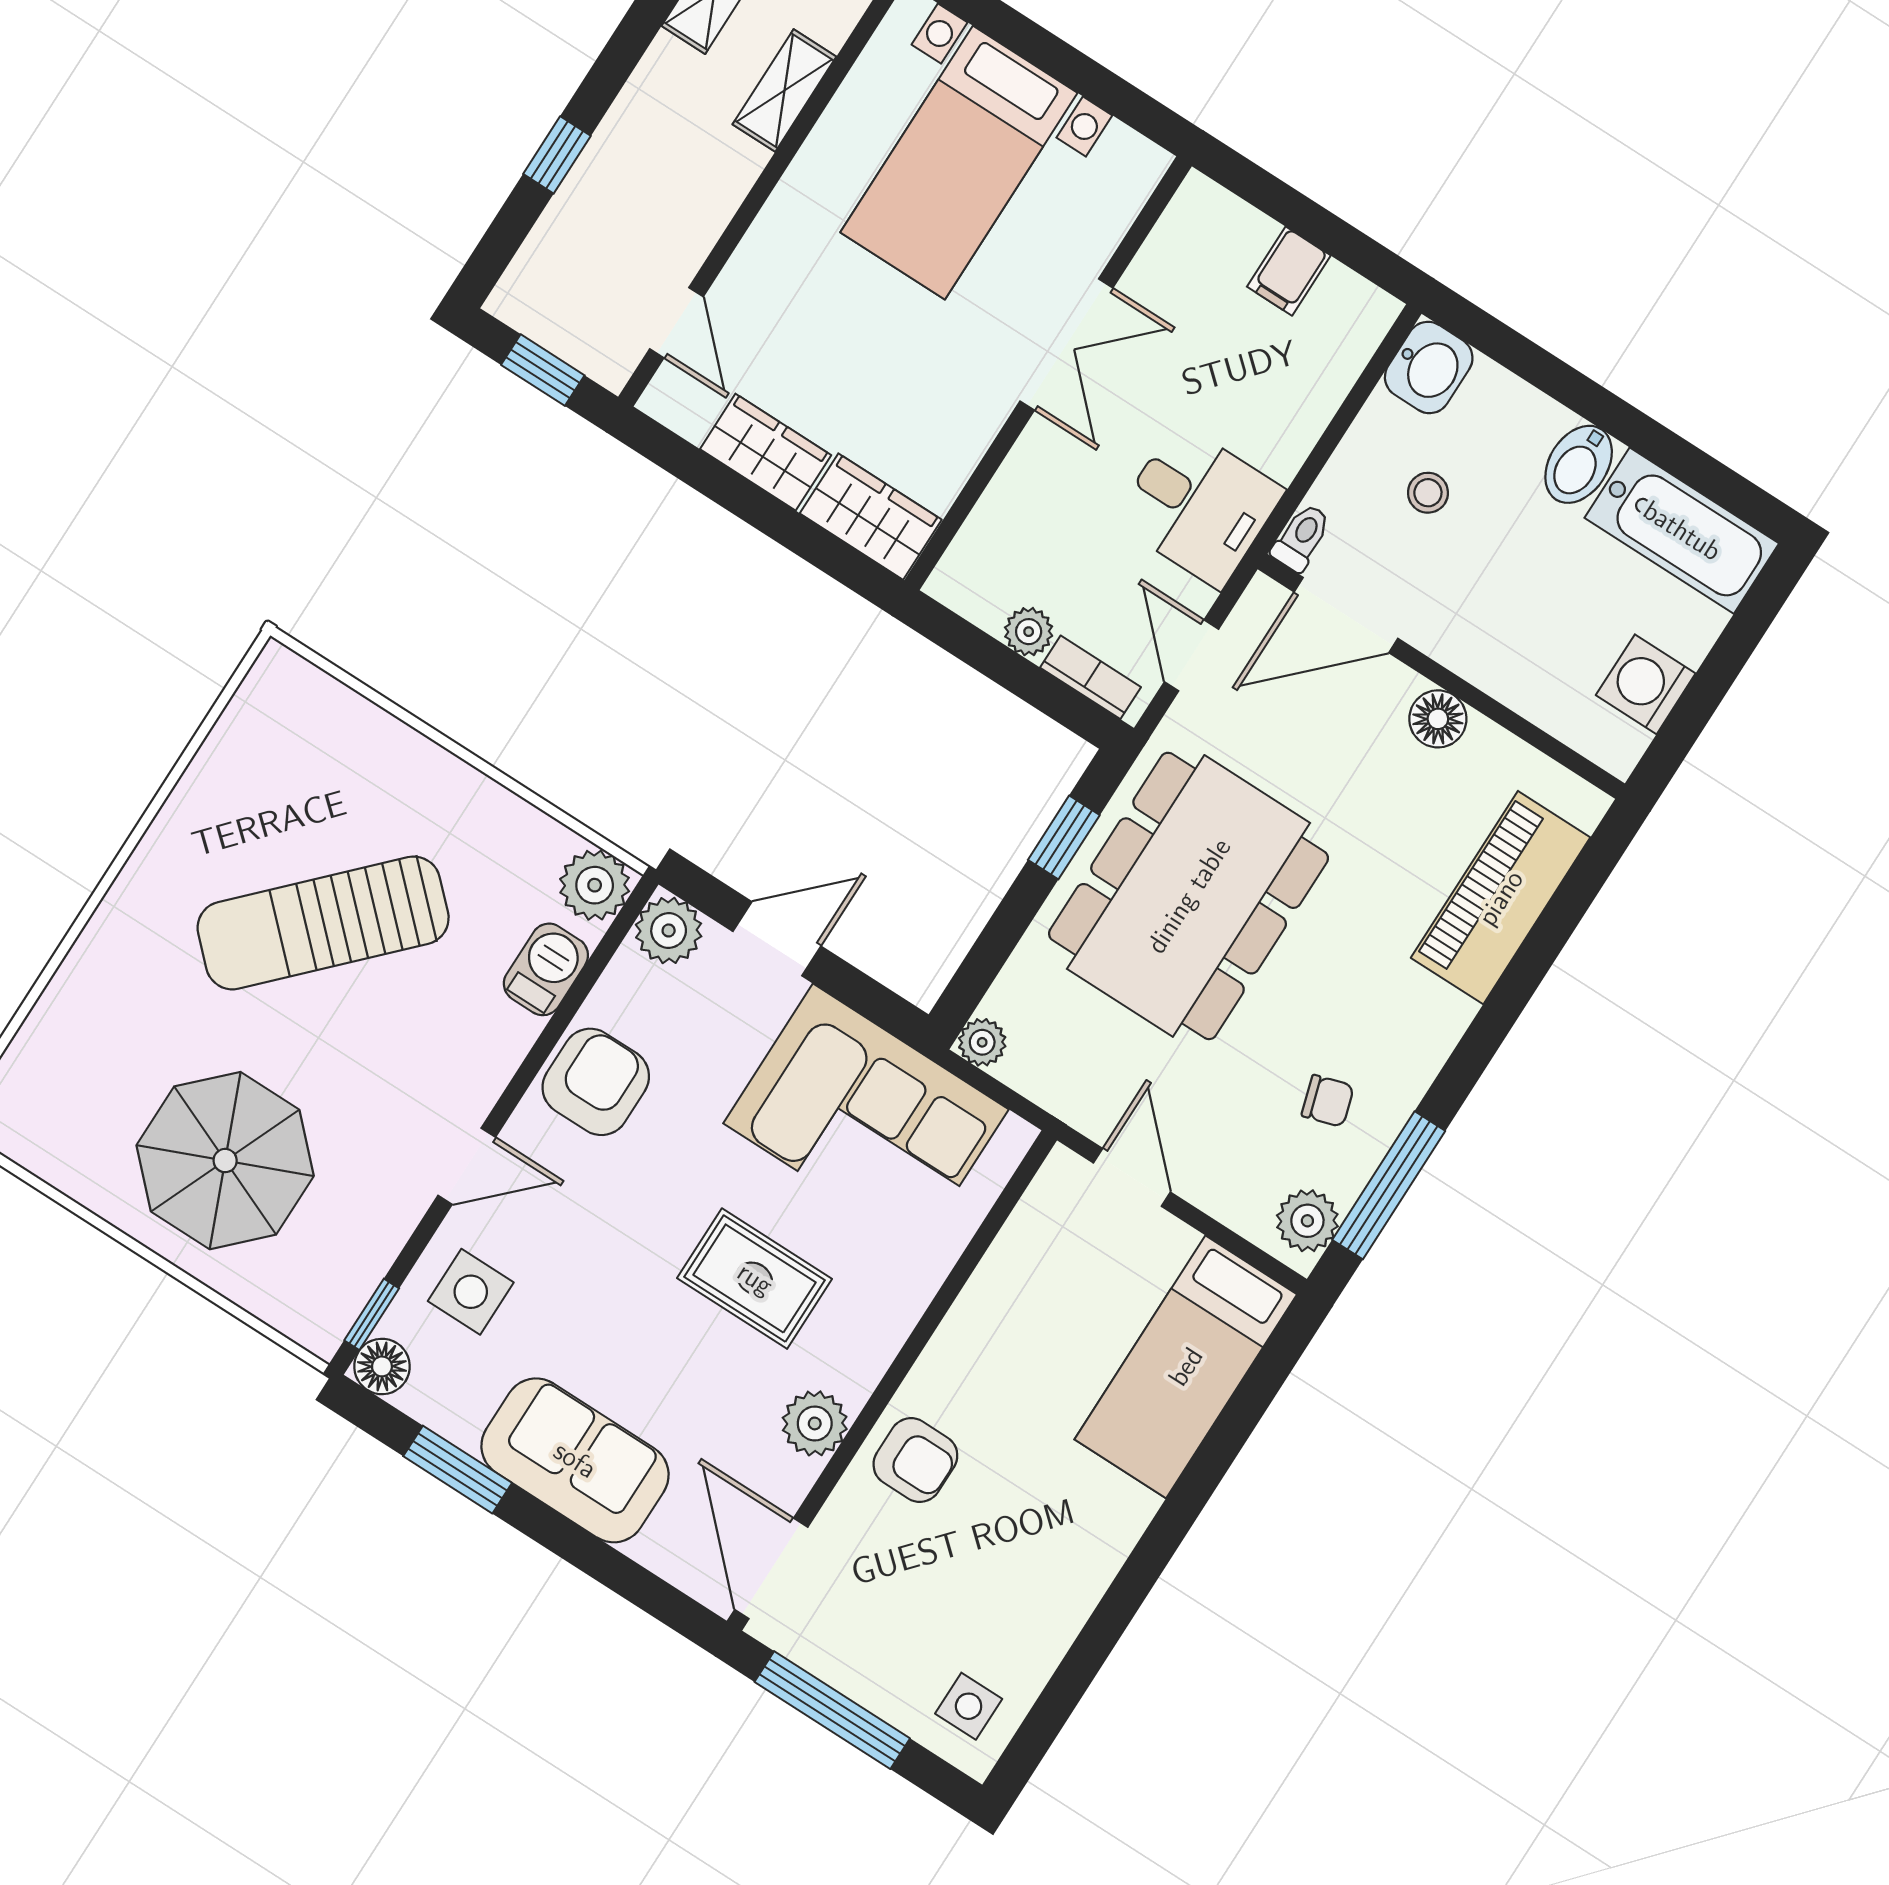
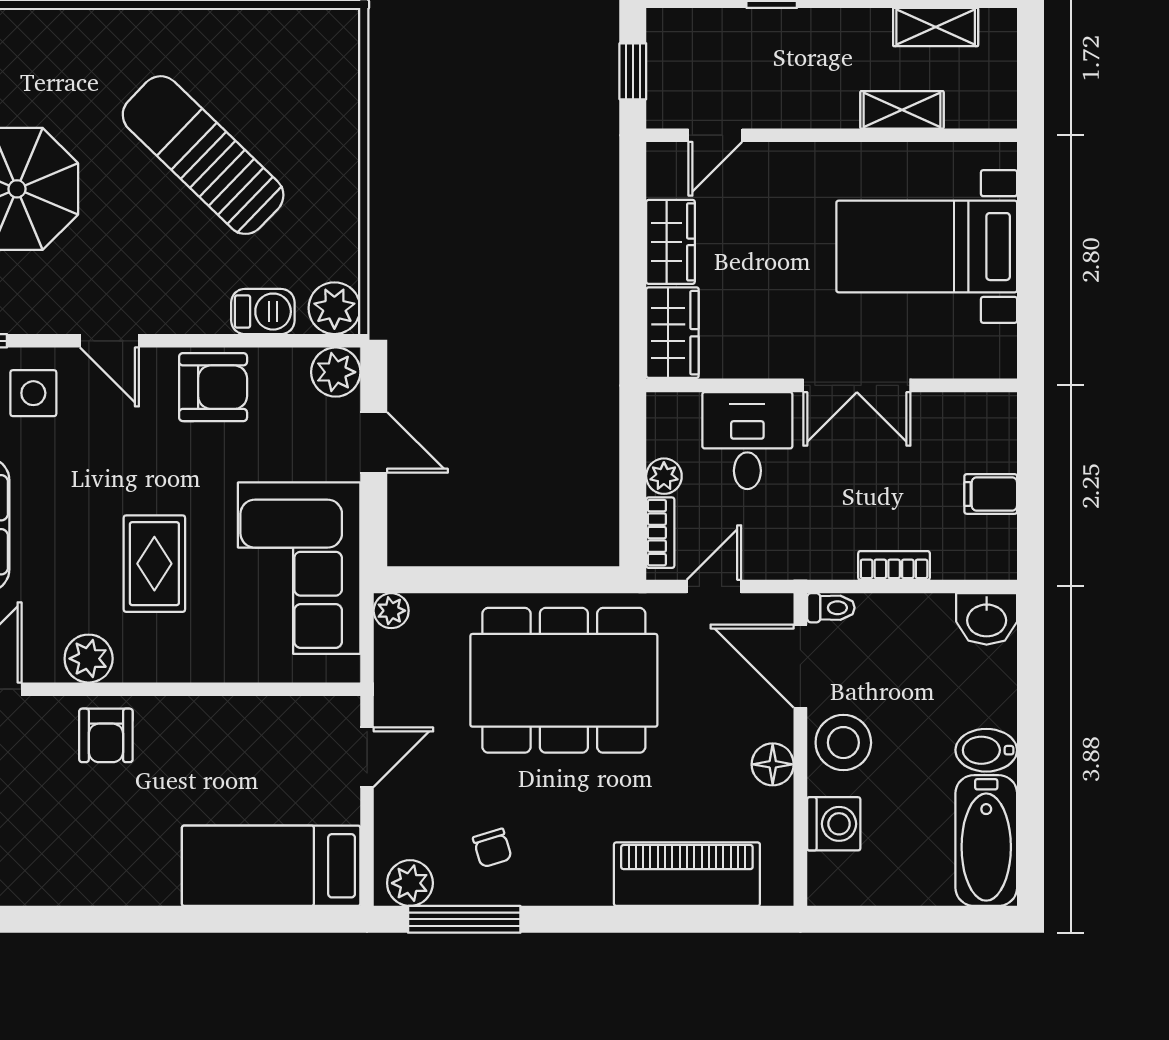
bookcase: (1300, 434) -> (894, 565), added
stool: (1428, 493) -> (843, 743), moved, width x1.89, depth x1.89
desk: (1199, 505) -> (747, 441), moved, turned 180
washing machine: (1646, 684) -> (834, 824), moved, turned 90
window: (1064, 837) -> (551, 580), removed

